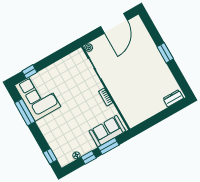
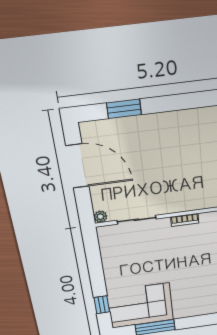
window: (165, 53) -> (124, 109), moved

